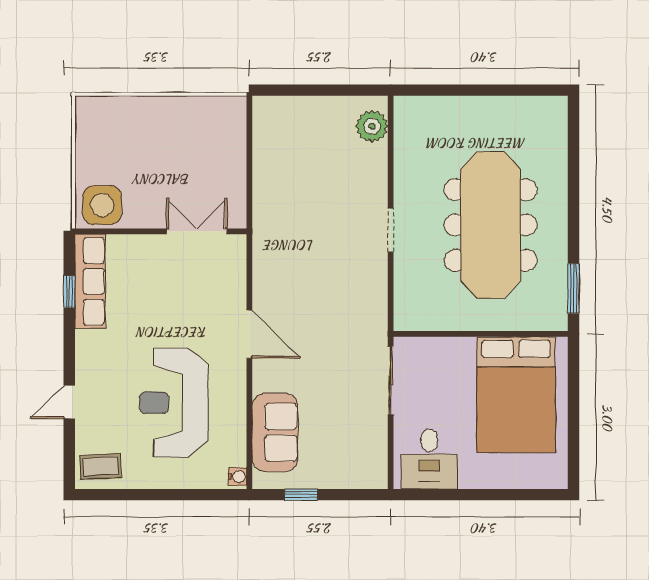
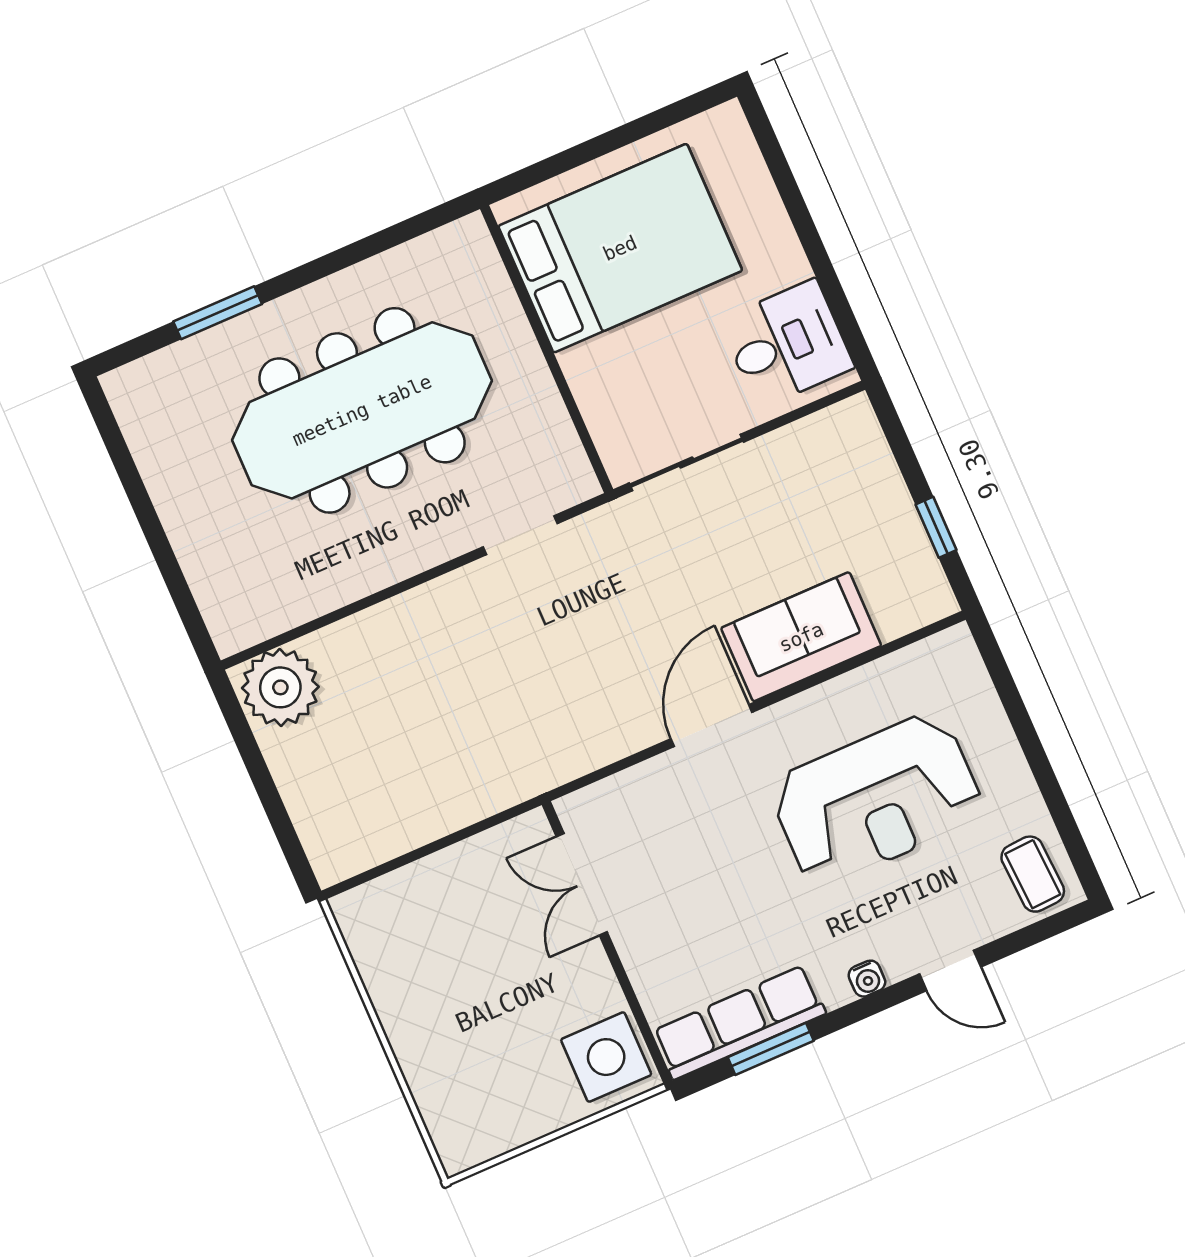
plant: (372, 126) -> (280, 687), width x1.36, depth x1.36
doorway: (391, 230) -> (520, 535), moved
window: (573, 289) -> (218, 313), moved
window: (69, 292) -> (771, 1049), width x1.50
sofa: (275, 432) -> (801, 637), moved
water cooler: (238, 477) -> (867, 979), moved, turned 180

